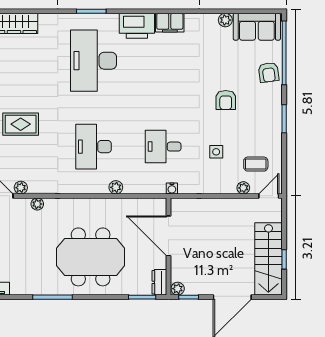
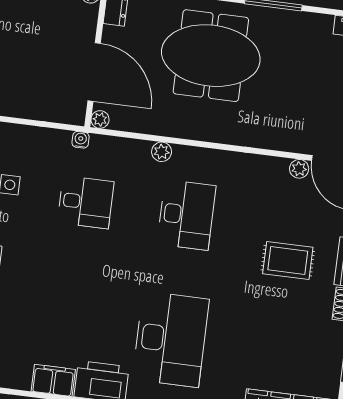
plant: (37, 204) -> (100, 119), moved

